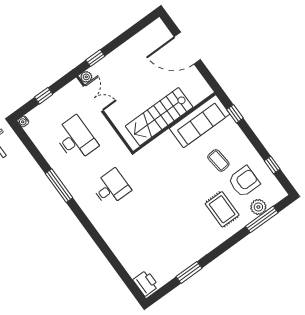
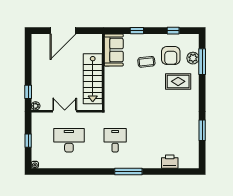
double door: (93, 98) -> (65, 111), moved
window: (235, 114) -> (137, 31), moved
sofa: (200, 121) -> (114, 50), width x0.73
armchair: (244, 182) -> (171, 56), turned 180
window: (59, 186) -> (128, 171), moved
printer: (146, 283) -> (170, 162), moved

